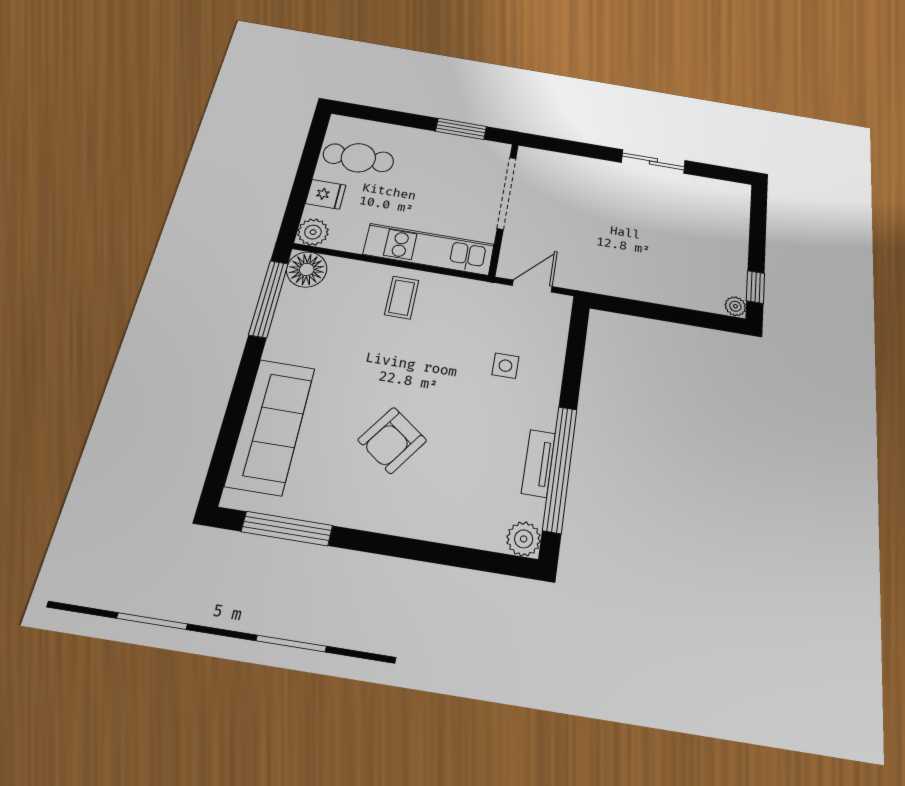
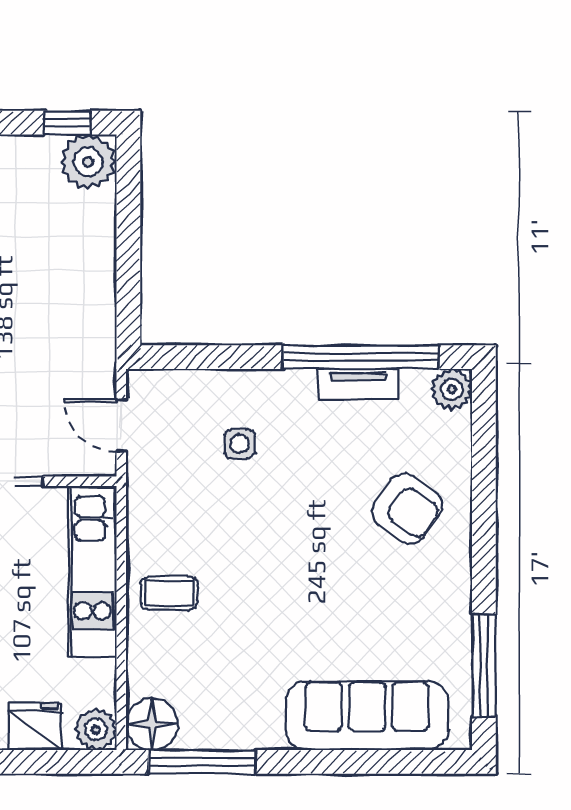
fridge: (326, 194) -> (35, 727), width x1.38
plant: (735, 306) -> (88, 162), width x1.88, depth x1.88
armchair: (392, 440) -> (407, 508), moved

